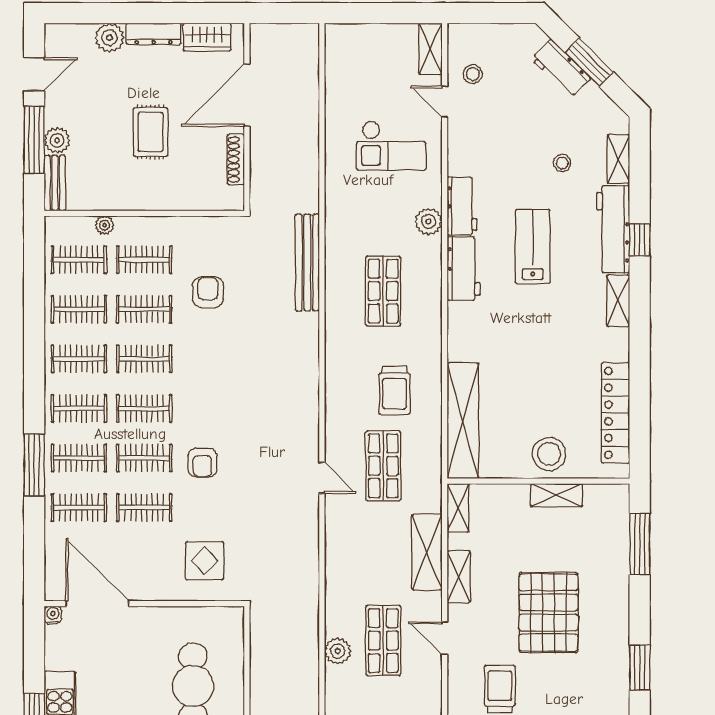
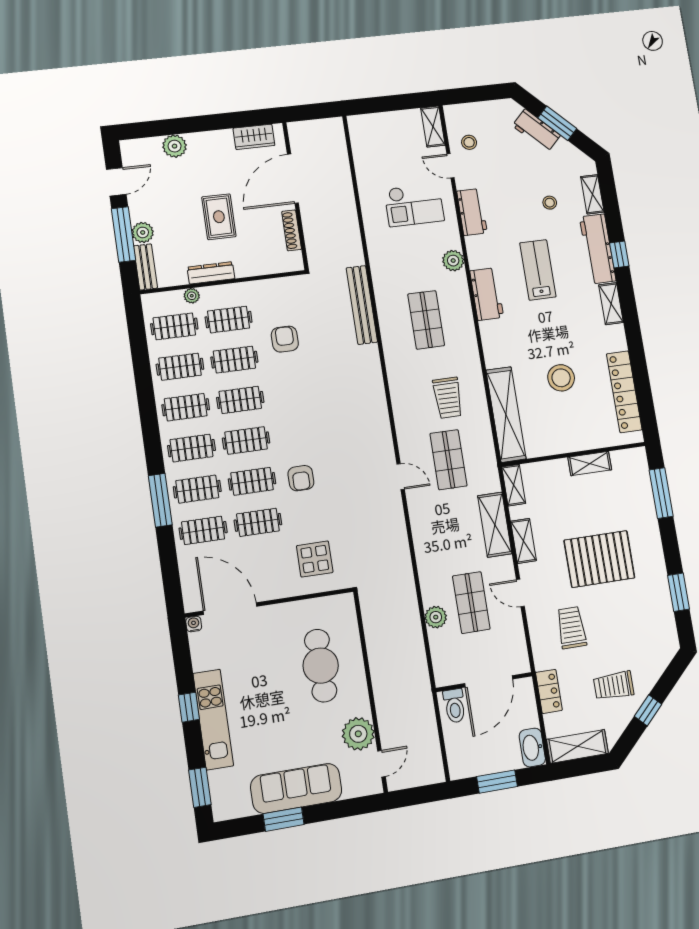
dresser: (154, 34) -> (211, 273), moved, turned 180
workbench: (462, 206) -> (472, 212), moved
stool: (549, 454) -> (561, 378), moved
pallet: (548, 613) -> (599, 559), turned 90

